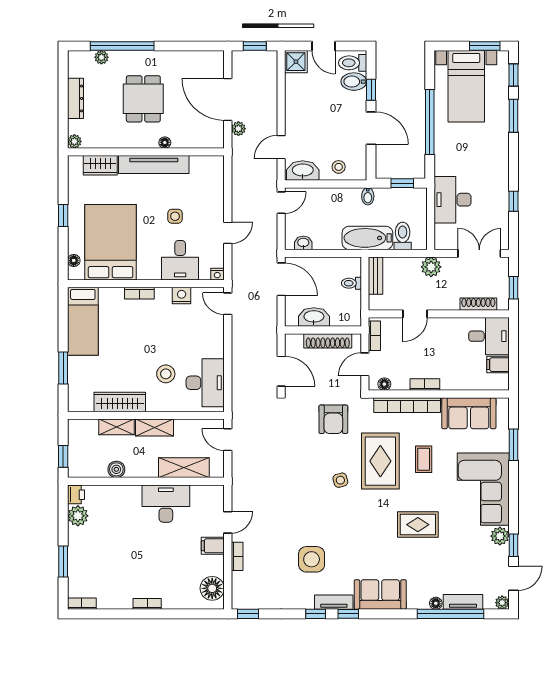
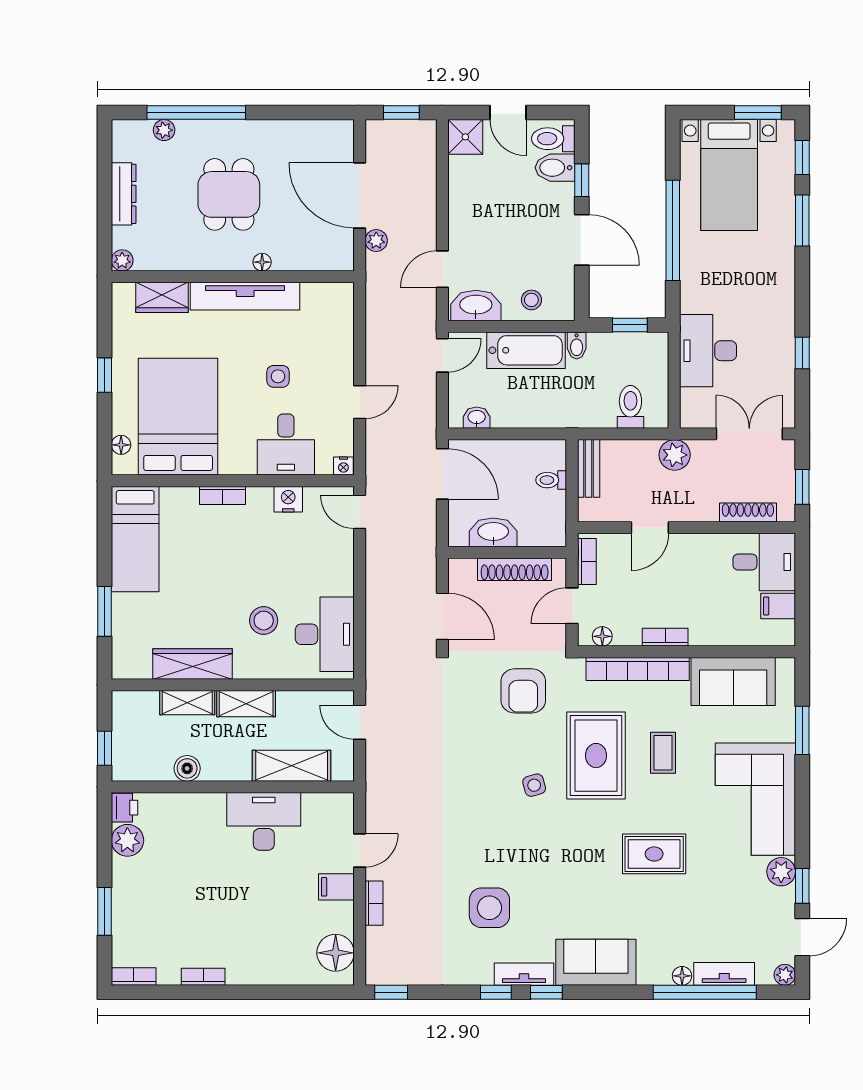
bathtub: (367, 238) -> (526, 350), moved, turned 180
bookcase: (147, 604) -> (203, 977), moved

